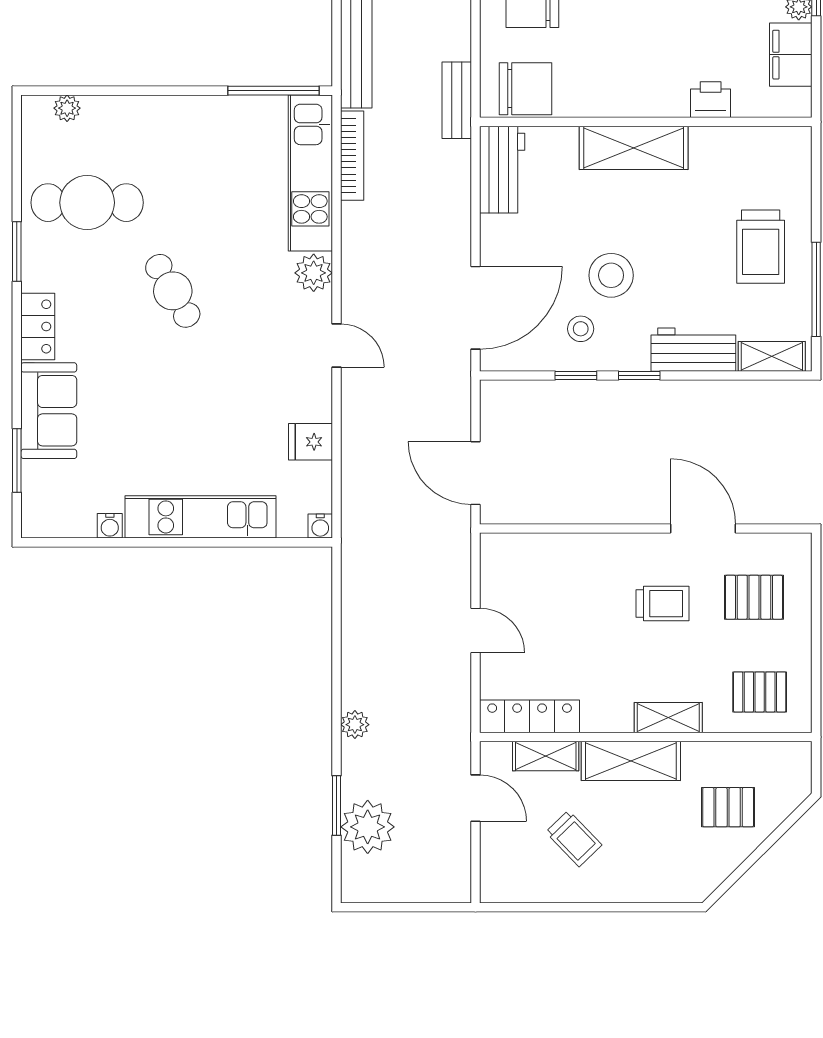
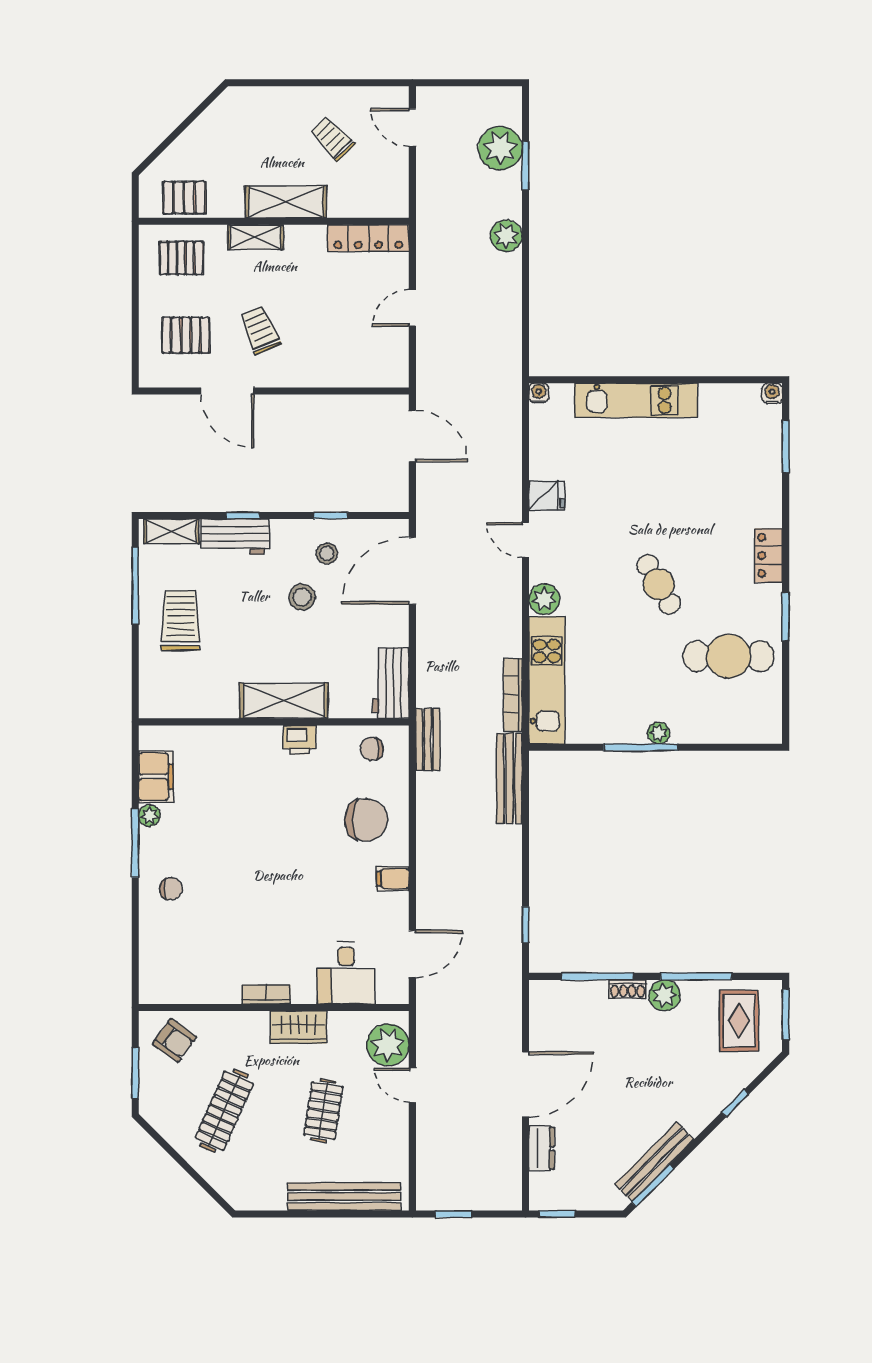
chair: (526, 89) -> (372, 749), width x0.54, depth x0.54
window: (274, 91) -> (641, 747), moved
printer: (711, 100) -> (300, 740), moved
plant: (67, 108) -> (659, 733), moved
stool: (611, 275) -> (302, 597), width x0.73, depth x0.73
window: (639, 376) -> (243, 515), moved
sofa: (49, 411) -> (760, 487), removed
fridge: (311, 442) -> (547, 495), moved
water cooler: (110, 526) -> (772, 393), moved
trolley: (663, 604) -> (260, 330), turned 67
door: (476, 630) -> (412, 308), hinge flipped
plant: (355, 725) -> (506, 236), width x1.38, depth x1.38
shelving: (546, 756) -> (355, 206), removed
door: (476, 798) -> (412, 127), moved
pallet: (728, 807) -> (184, 198), moved

